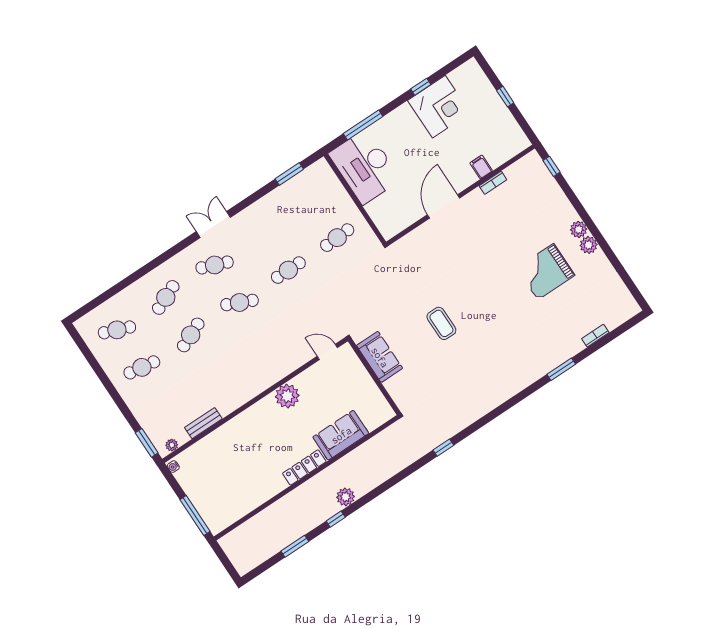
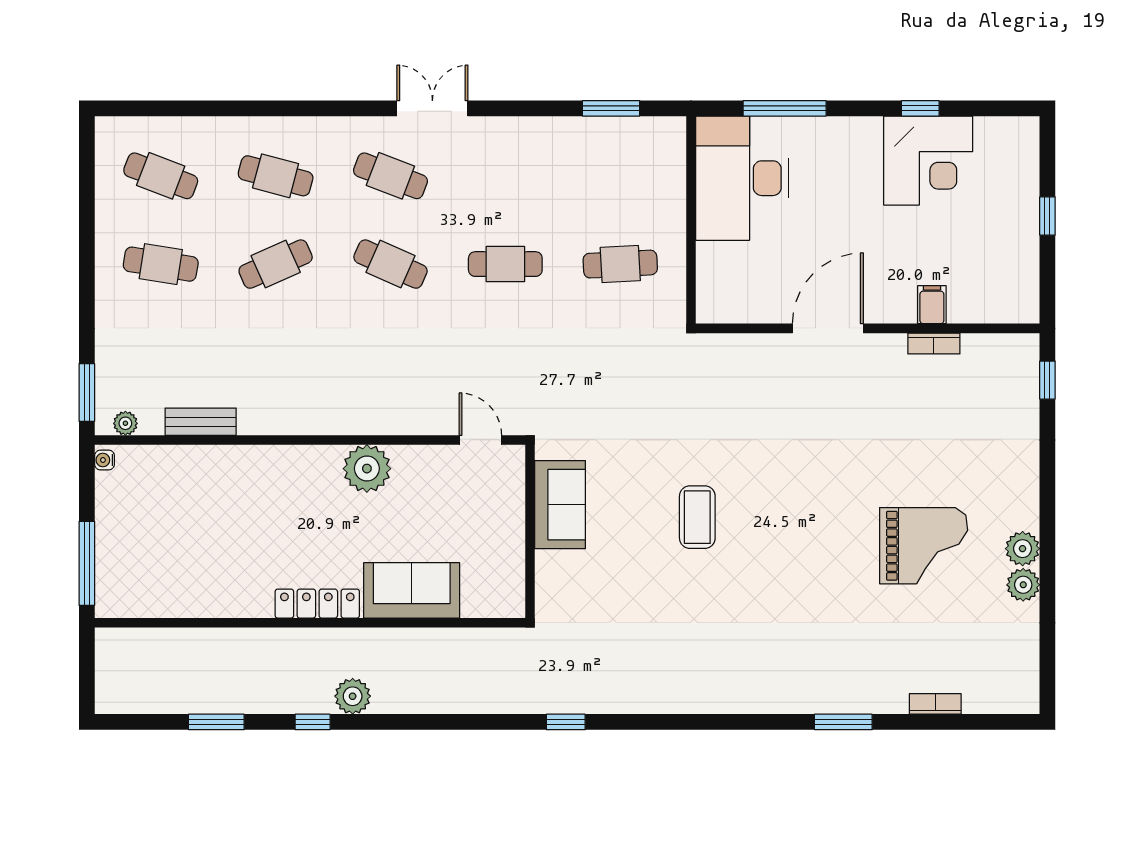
plant: (579, 229) -> (1023, 585), moved
grand piano: (546, 272) -> (924, 546), turned 180
cafe table: (166, 297) -> (276, 176), turned 39

